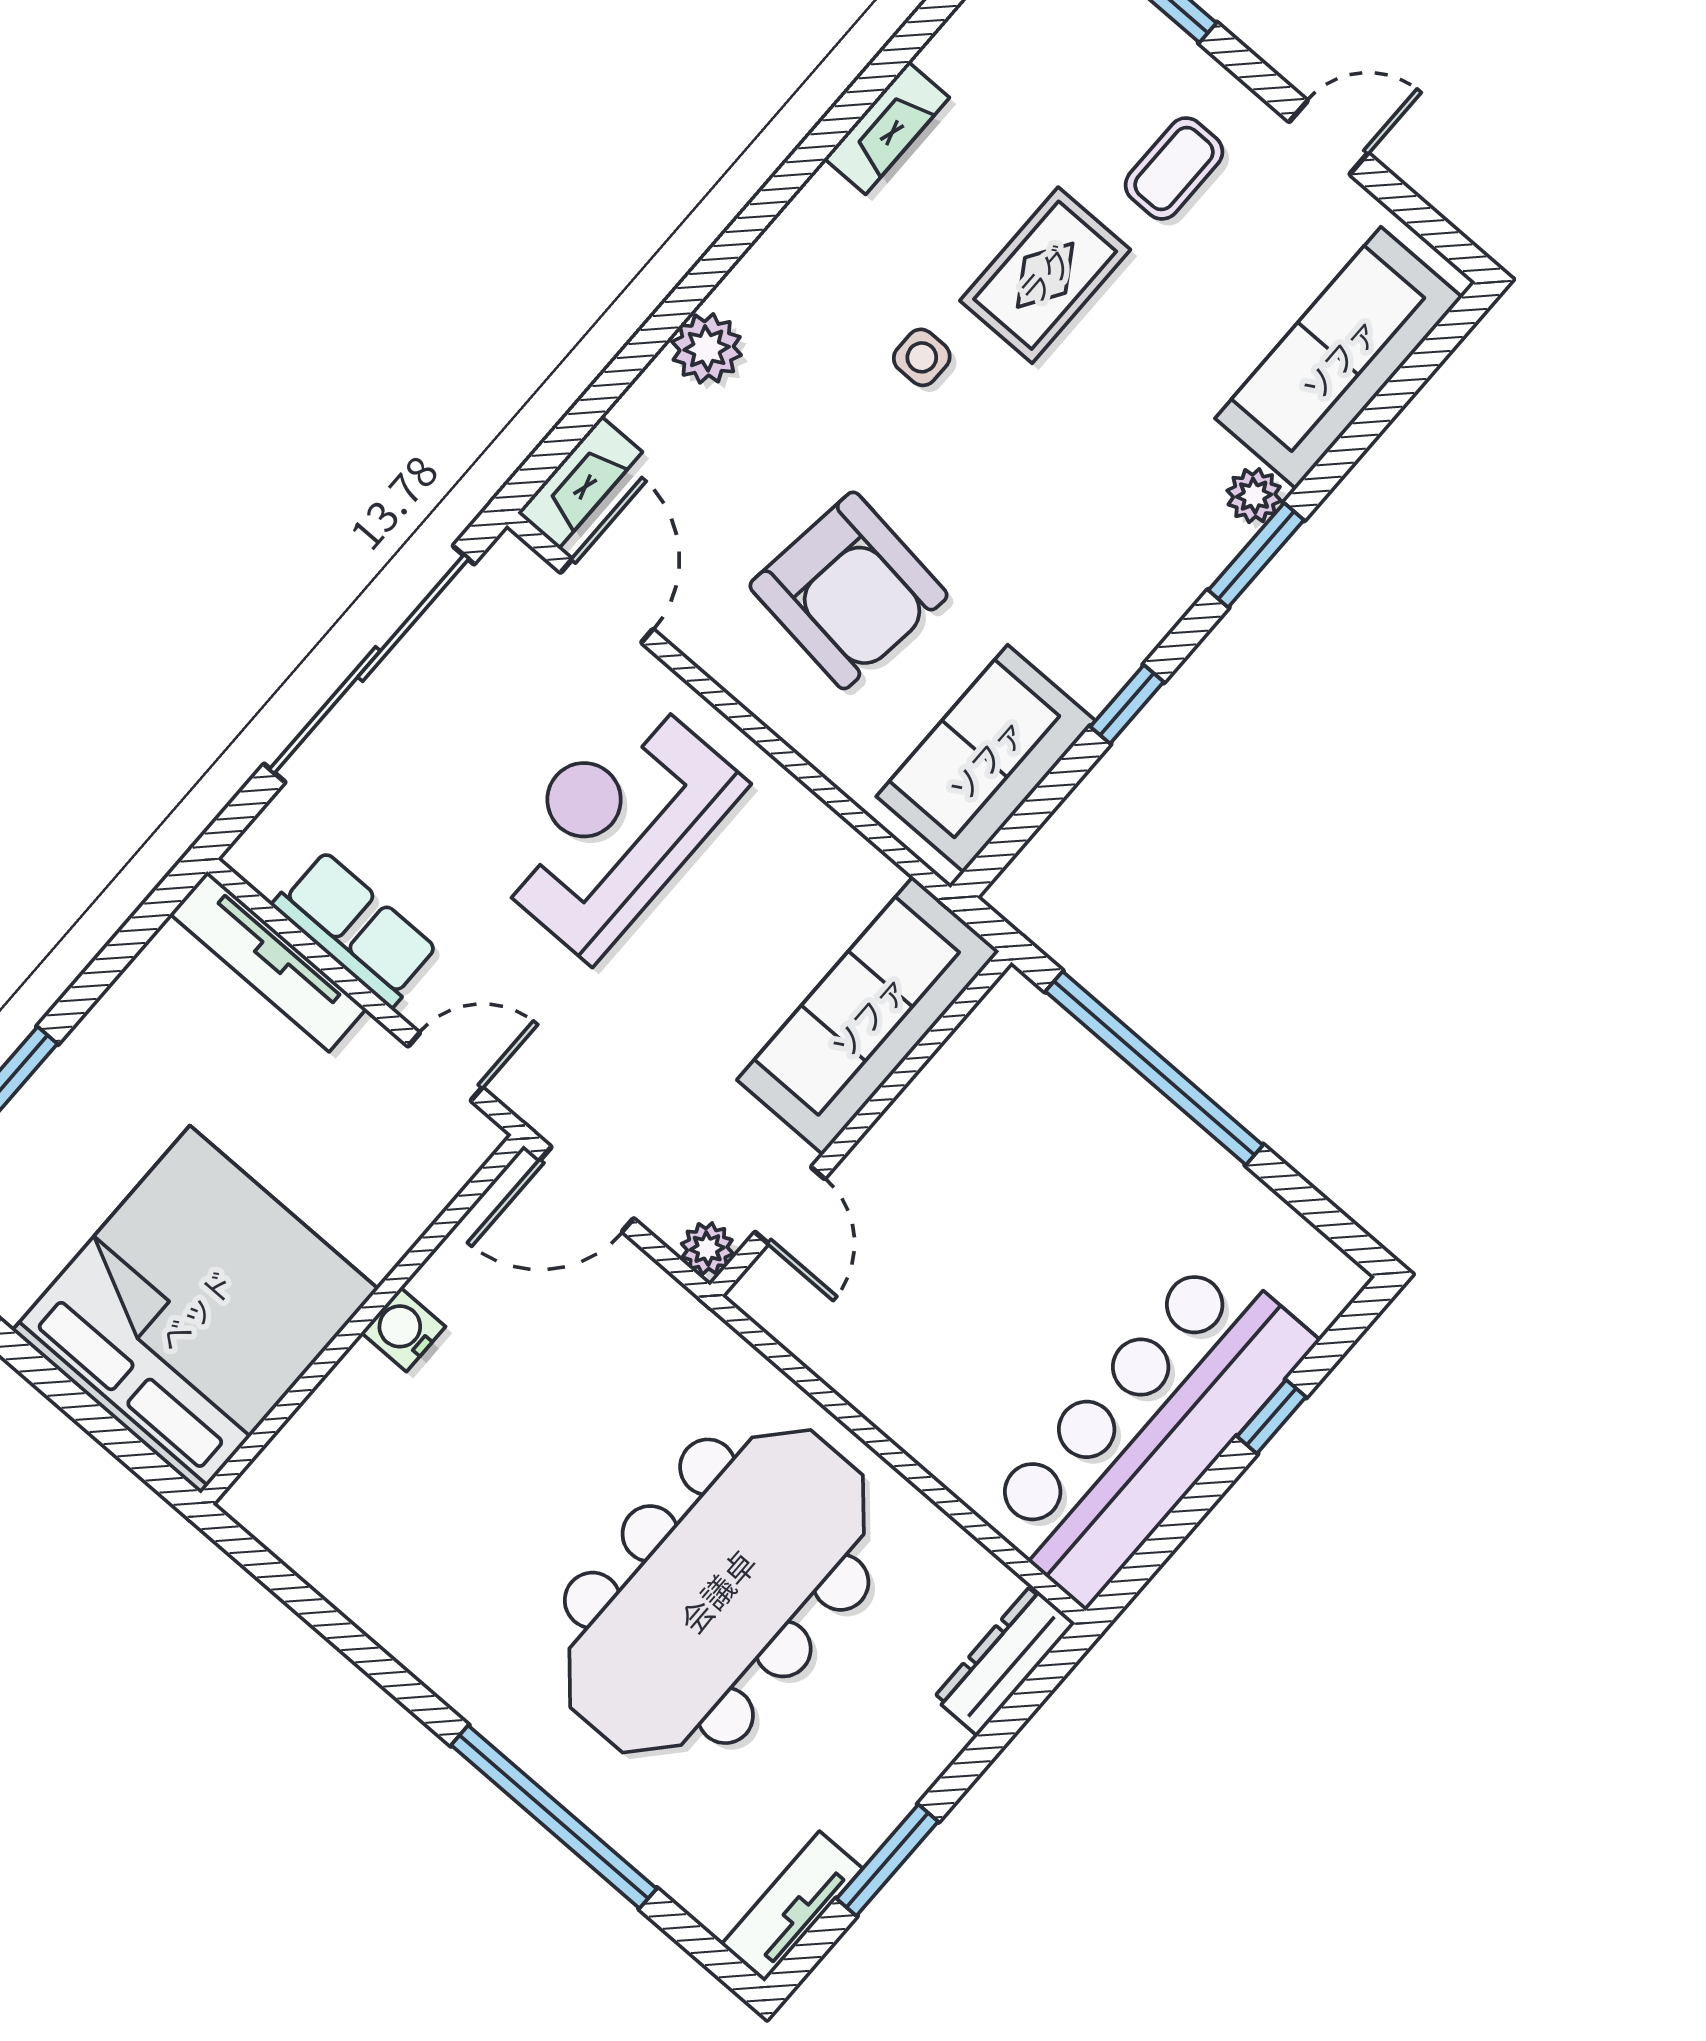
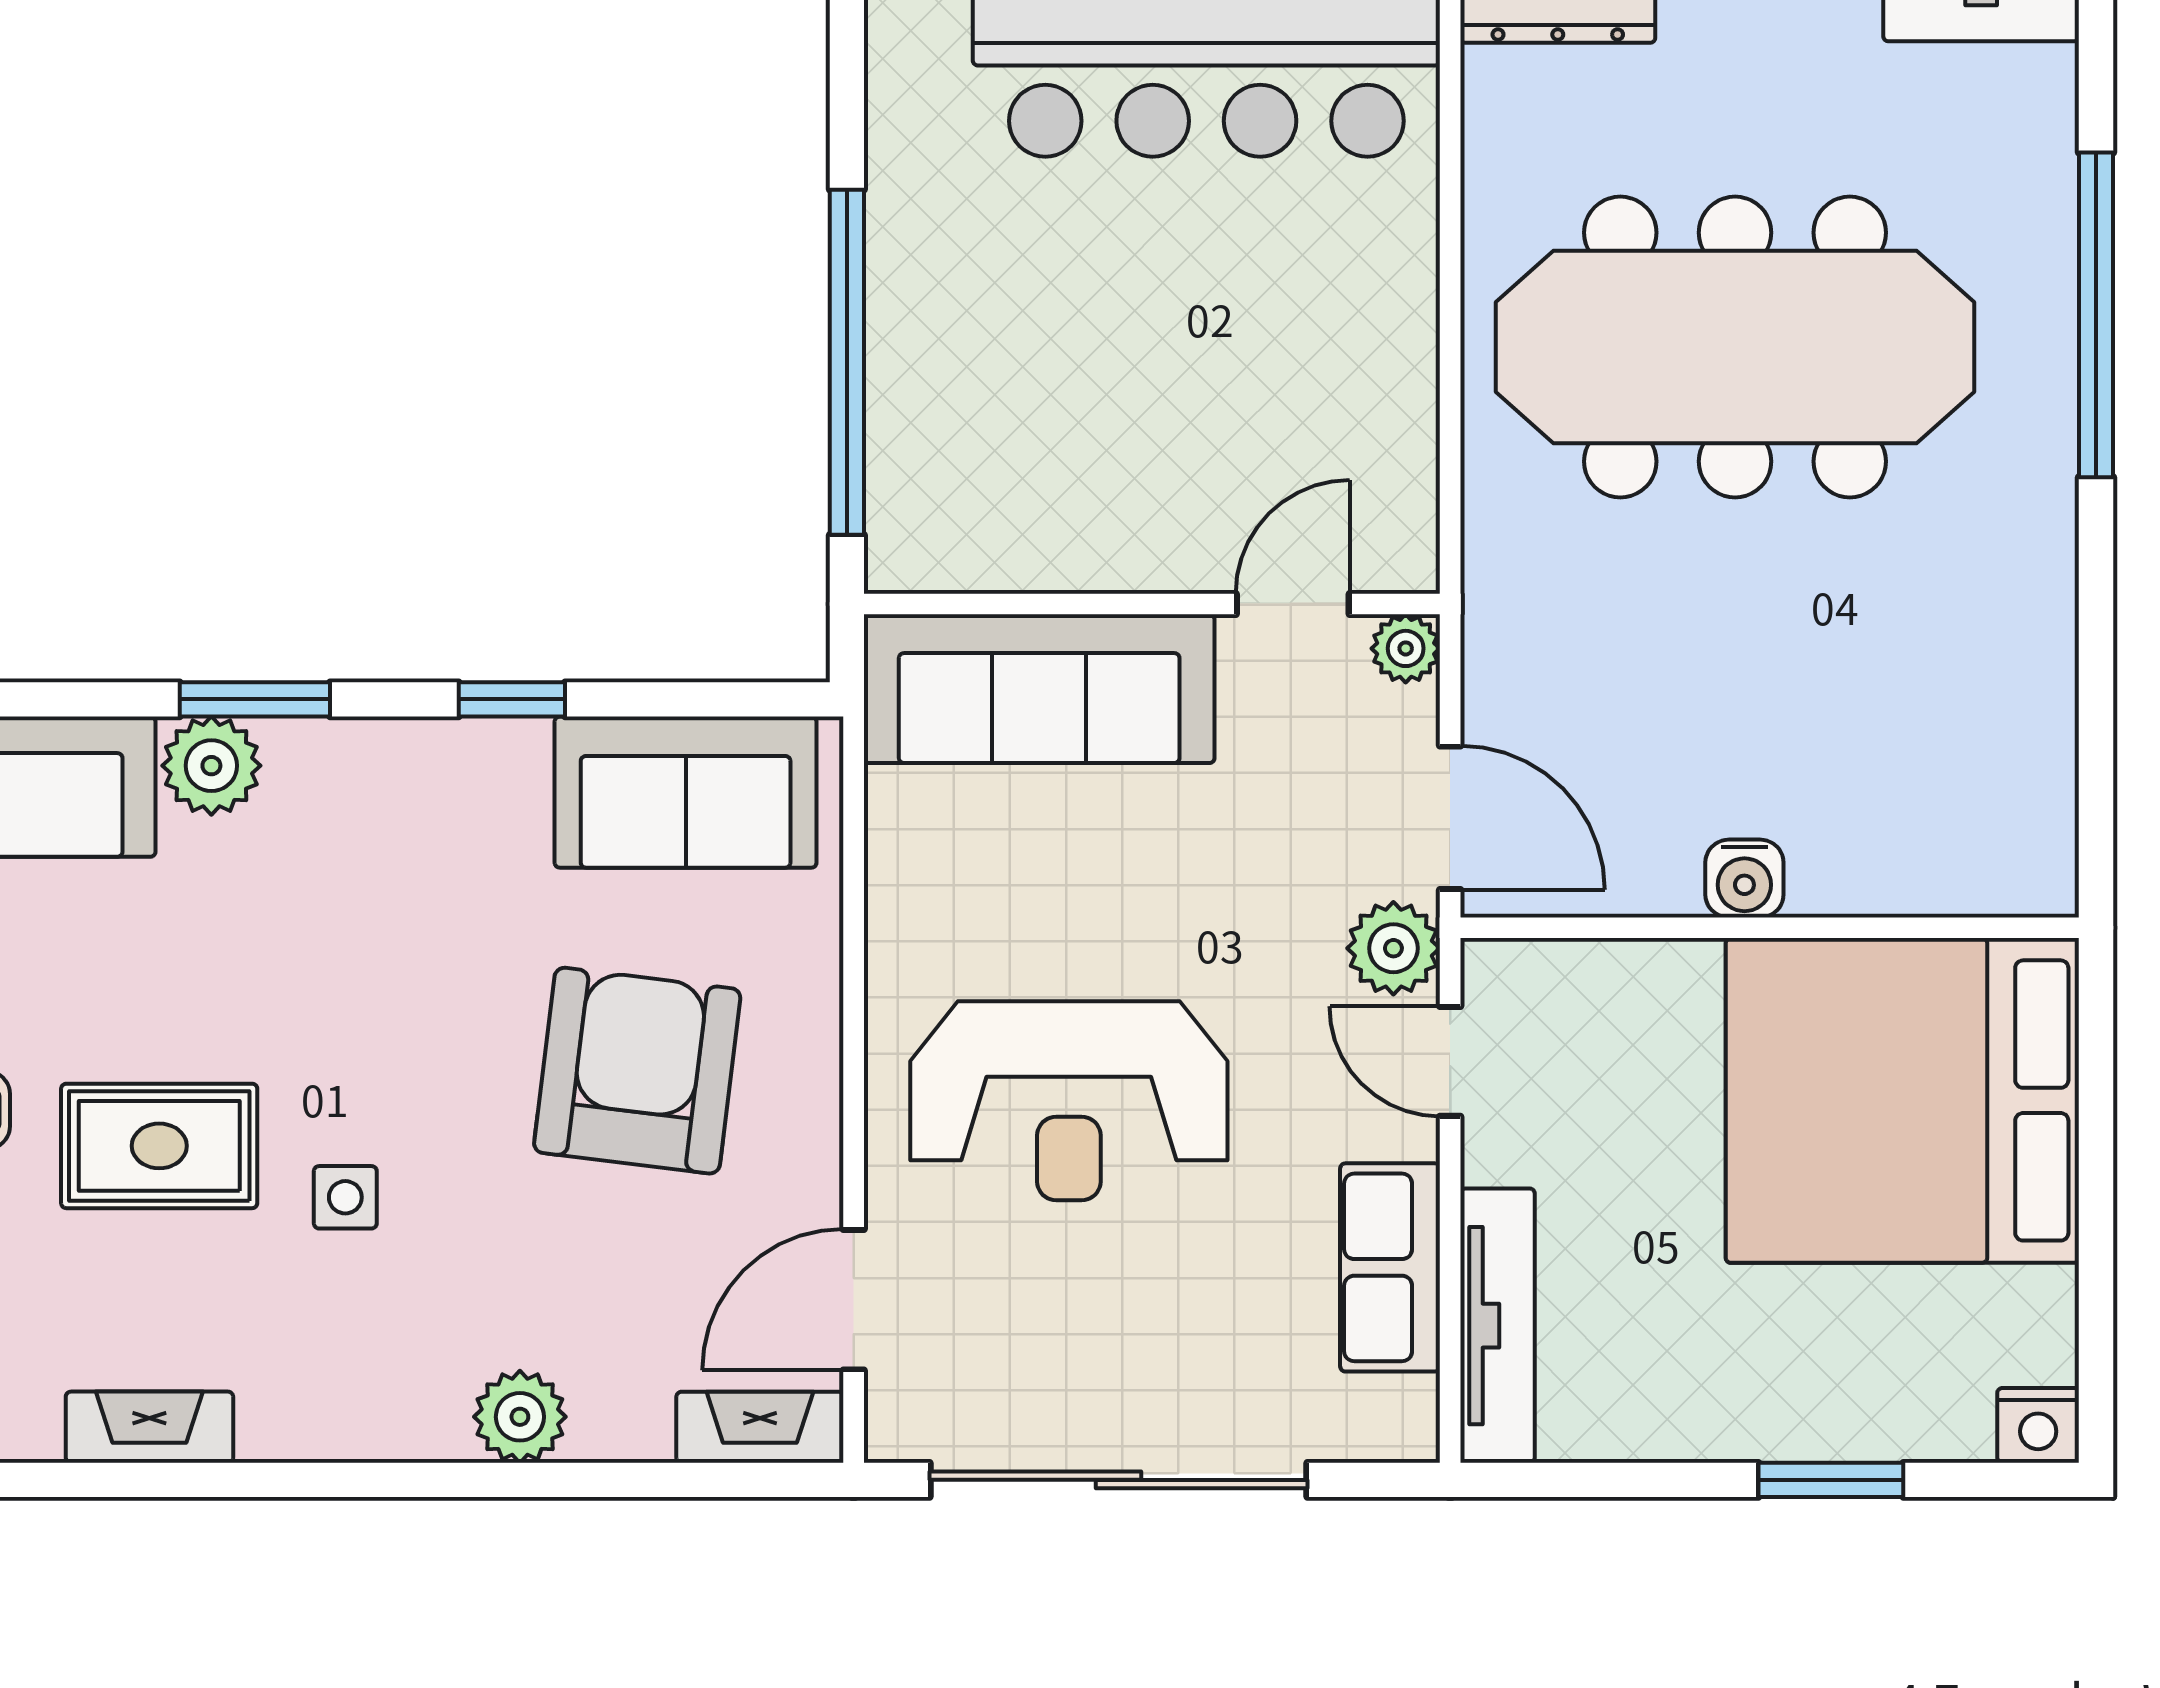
plant: (1254, 496) -> (211, 766), width x1.38, depth x1.38
plant: (539, 1091) -> (1393, 948), added

